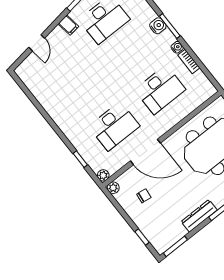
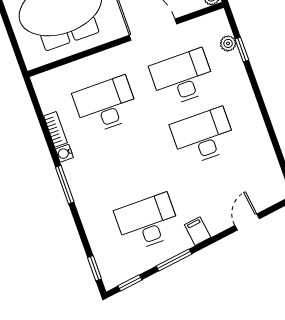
water cooler: (158, 26) -> (80, 190), removed
desk: (86, 91) -> (203, 136), added
plant: (103, 175) -> (228, 43), moved

